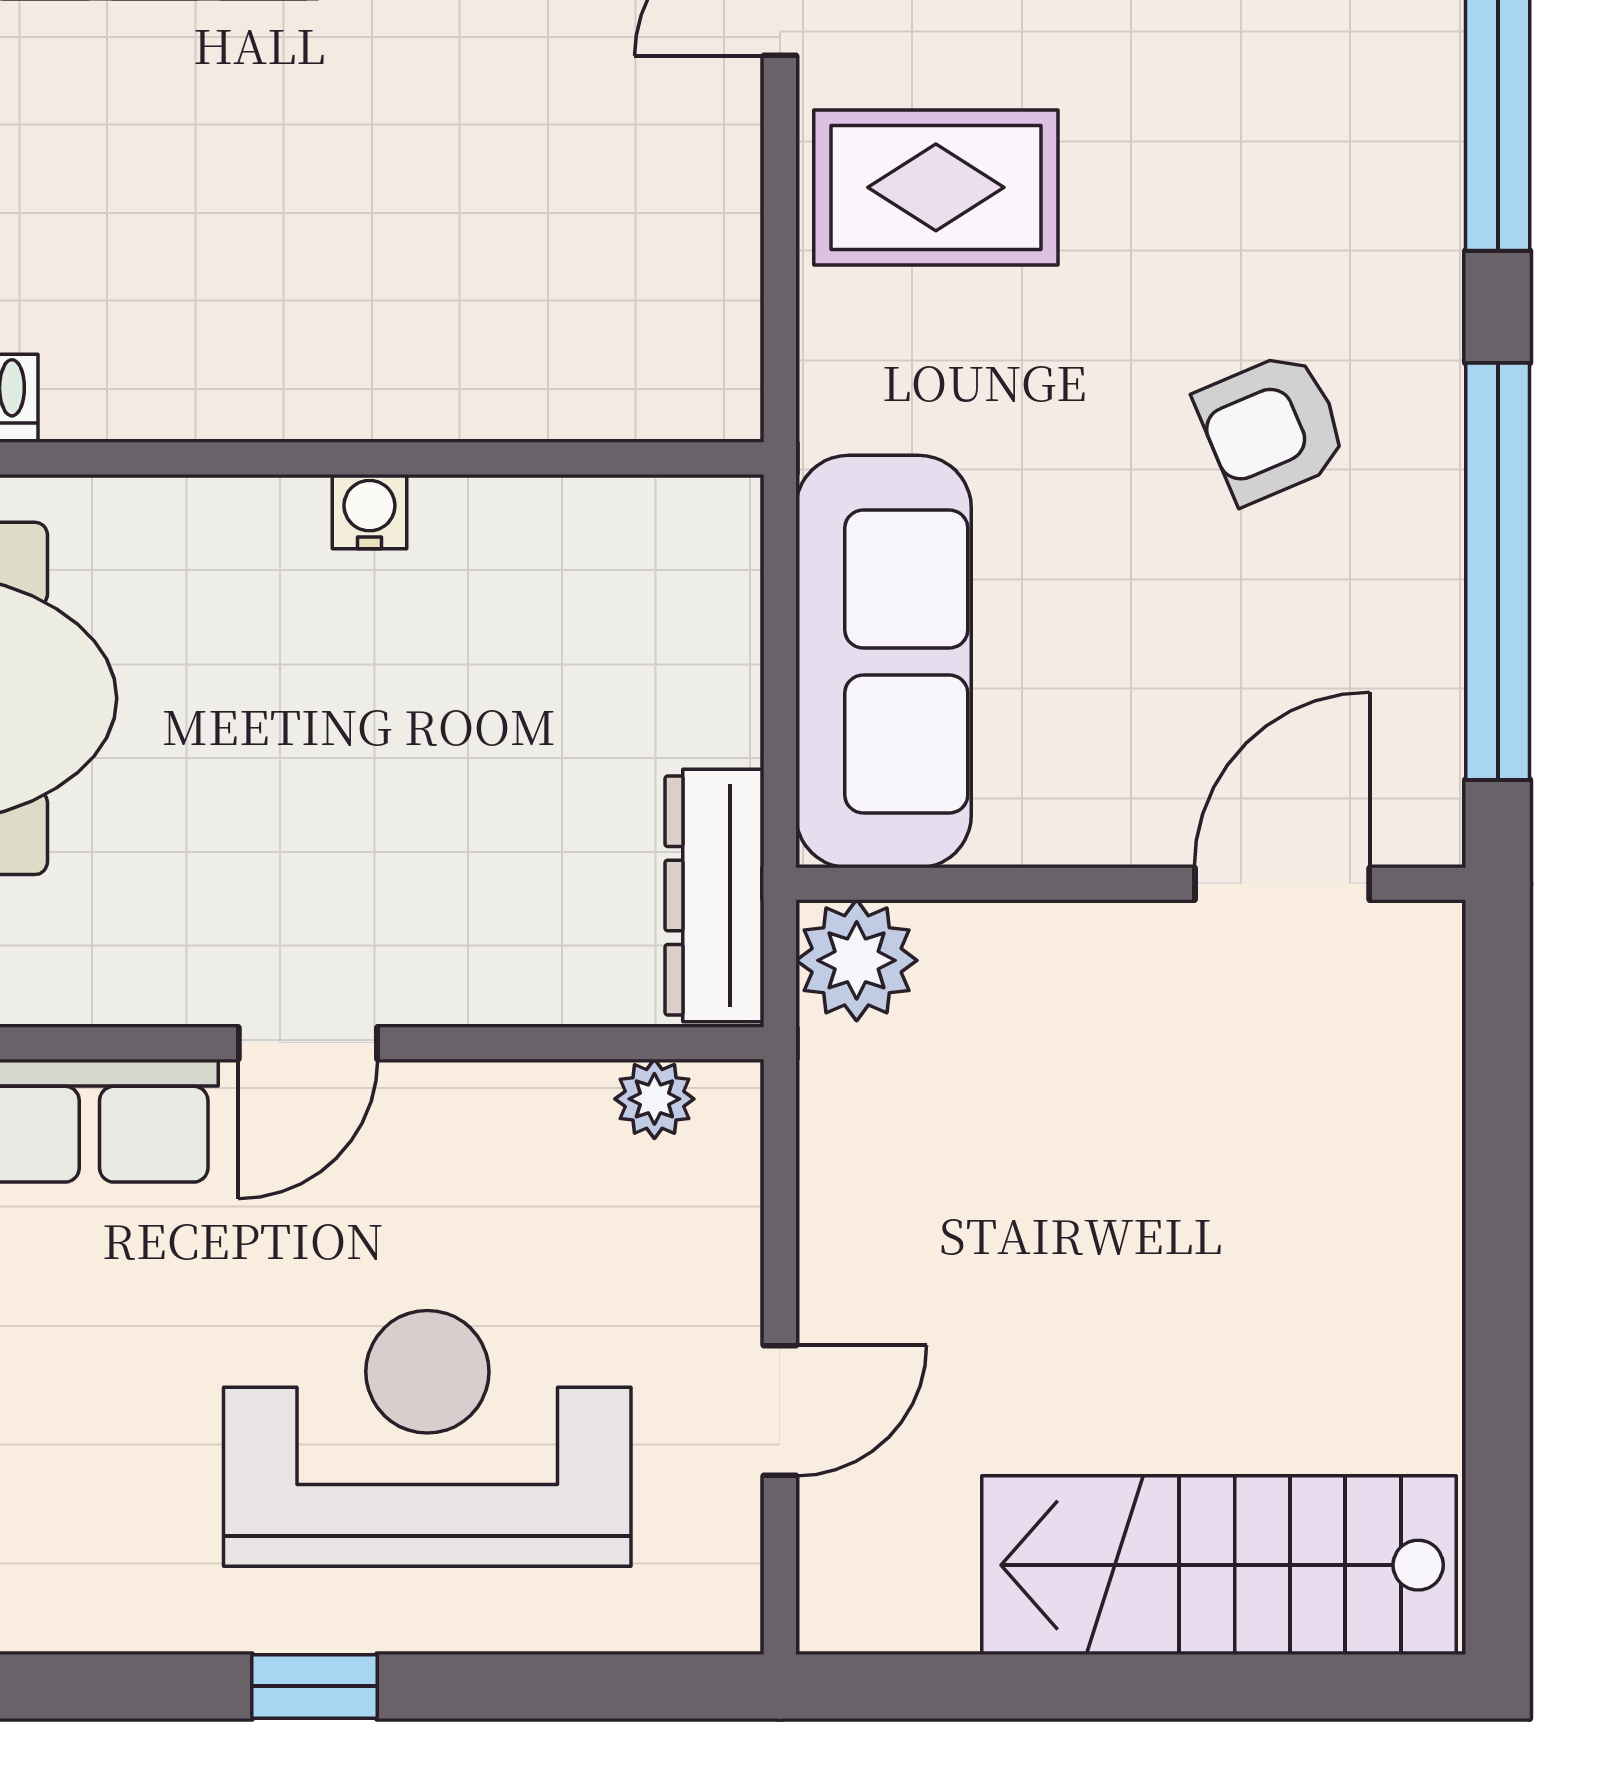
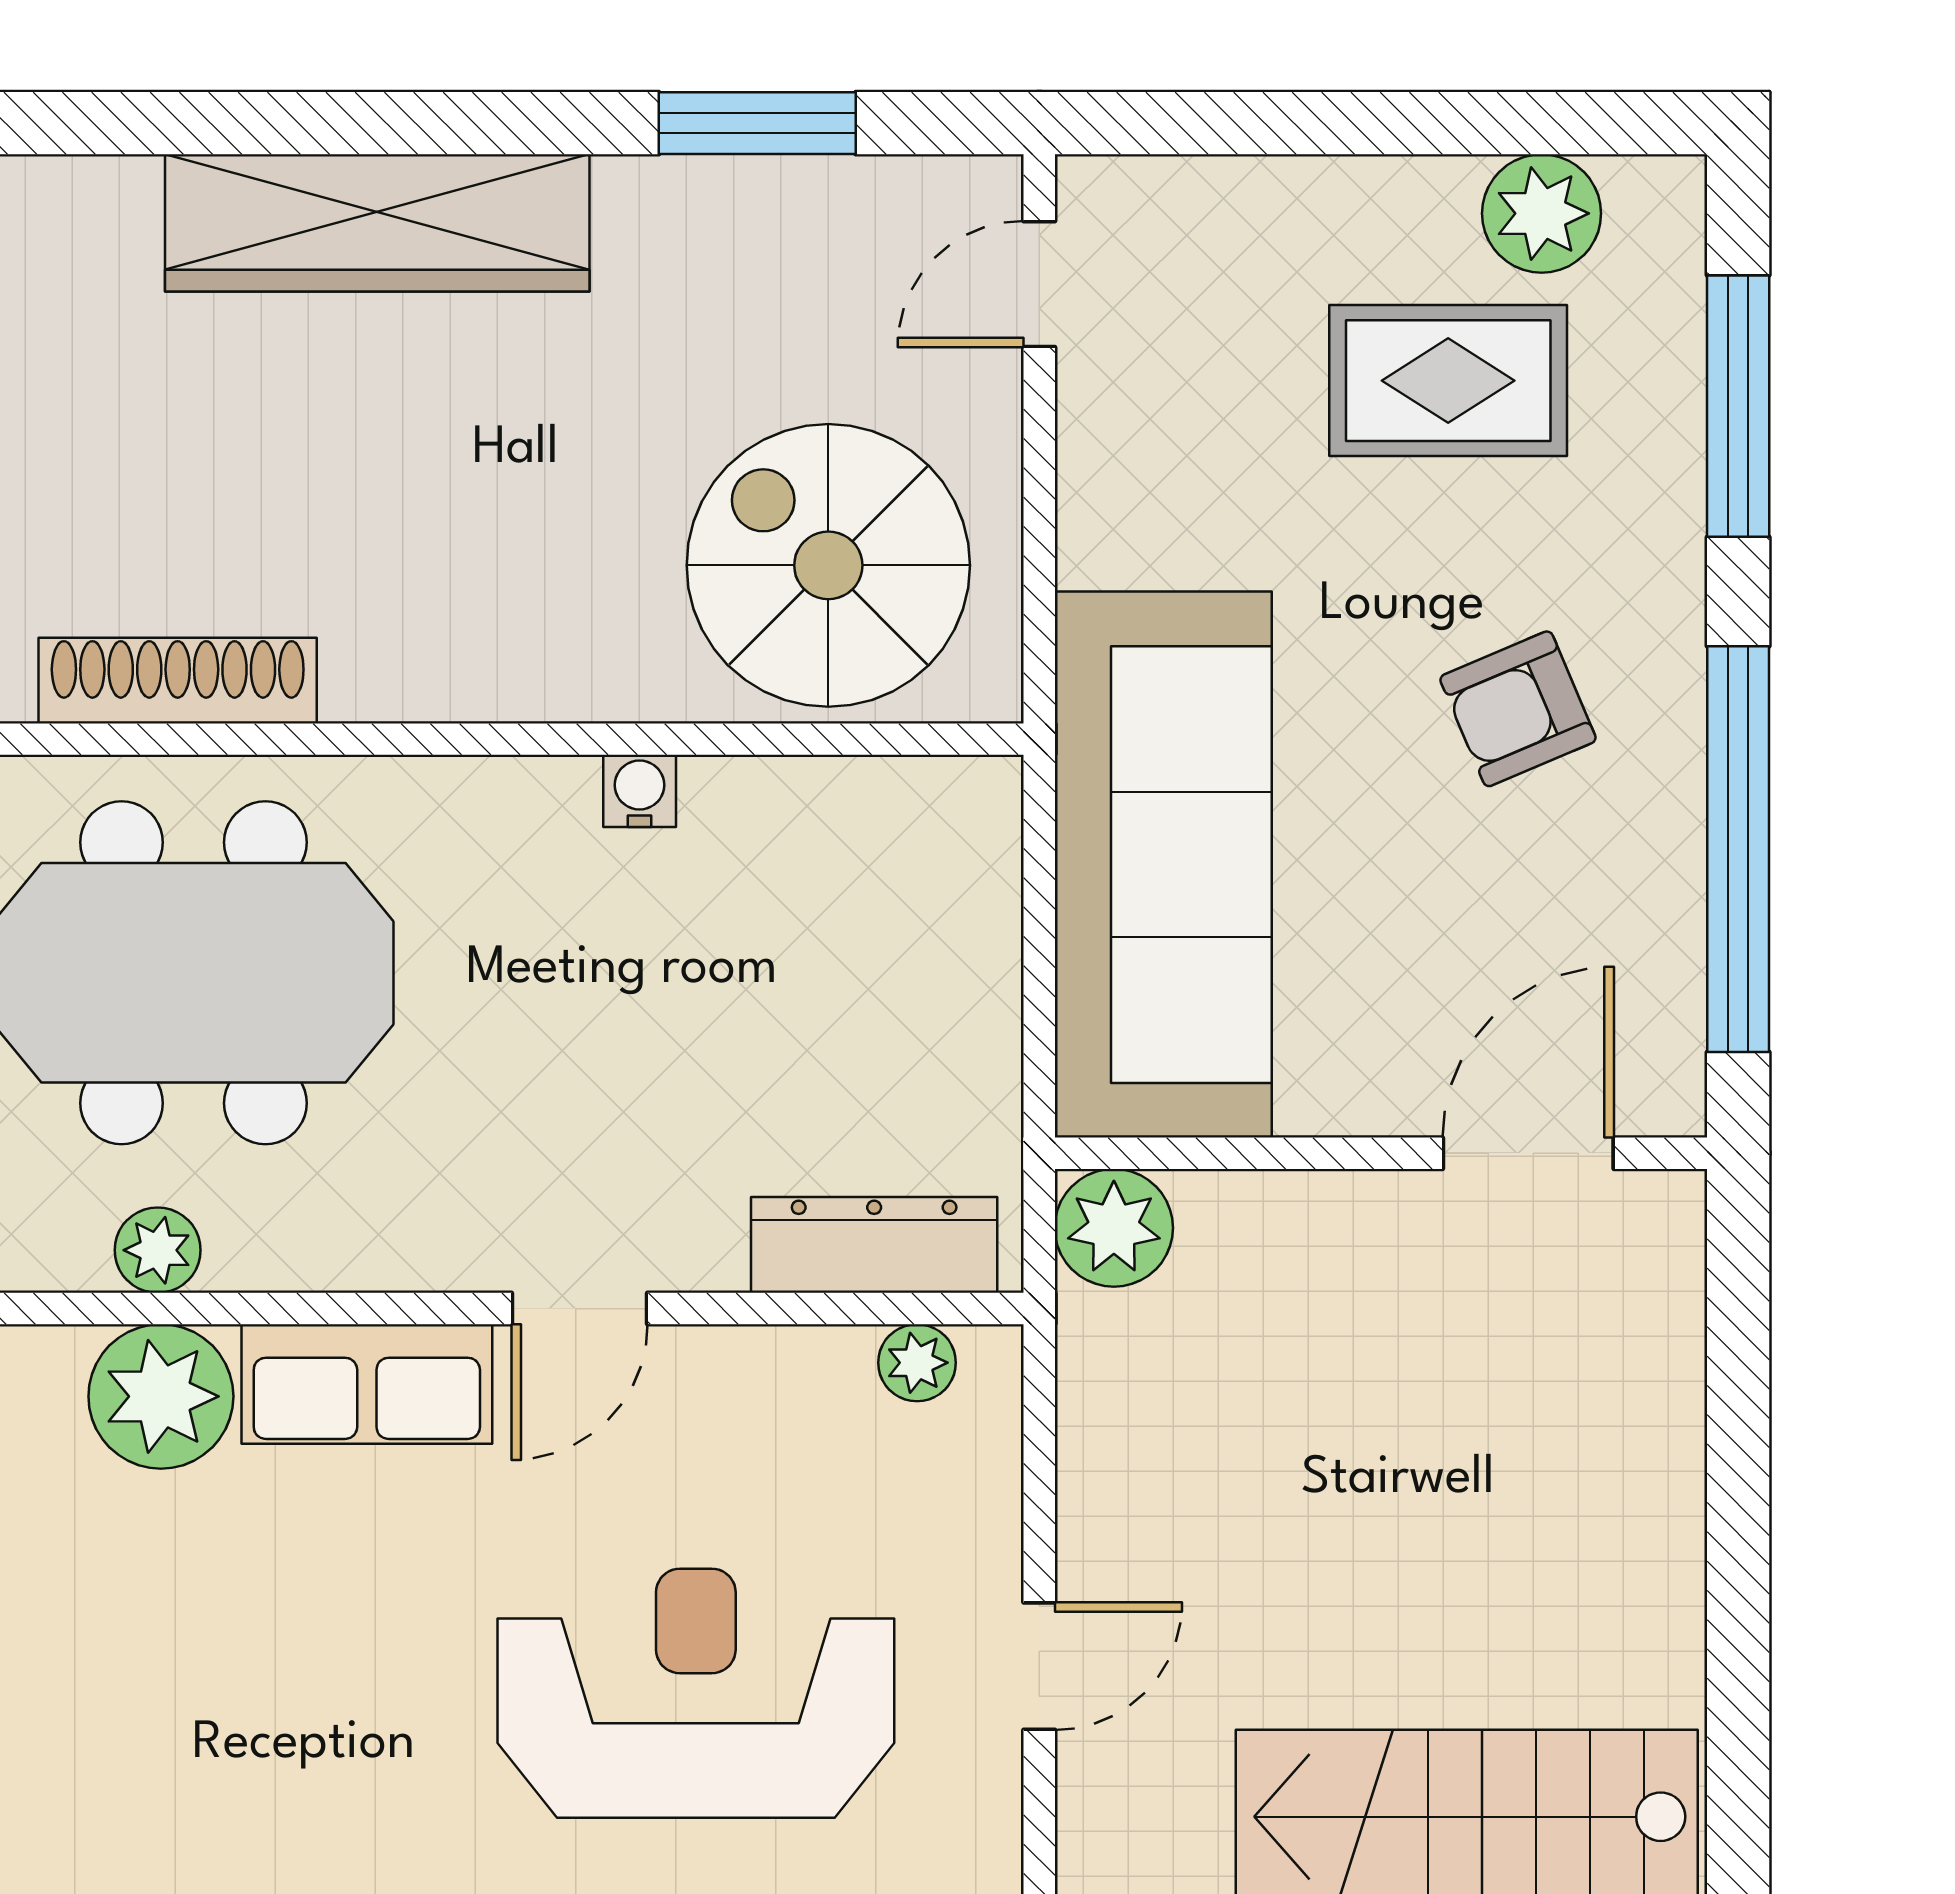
rug: (936, 187) -> (1448, 381), moved
spiral stairs: (563, 280) -> (828, 565), added
sofa: (884, 662) -> (1163, 865), width x1.36, depth x1.27
dresser: (715, 895) -> (874, 1245), moved, turned 90

